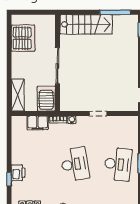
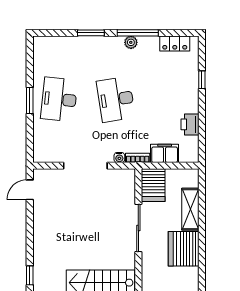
server rack: (23, 38) -> (184, 249), moved
shelving: (18, 95) -> (190, 209), moved
doorway: (98, 114) -> (85, 166), width x1.88
printer: (18, 173) -> (190, 124), moved

